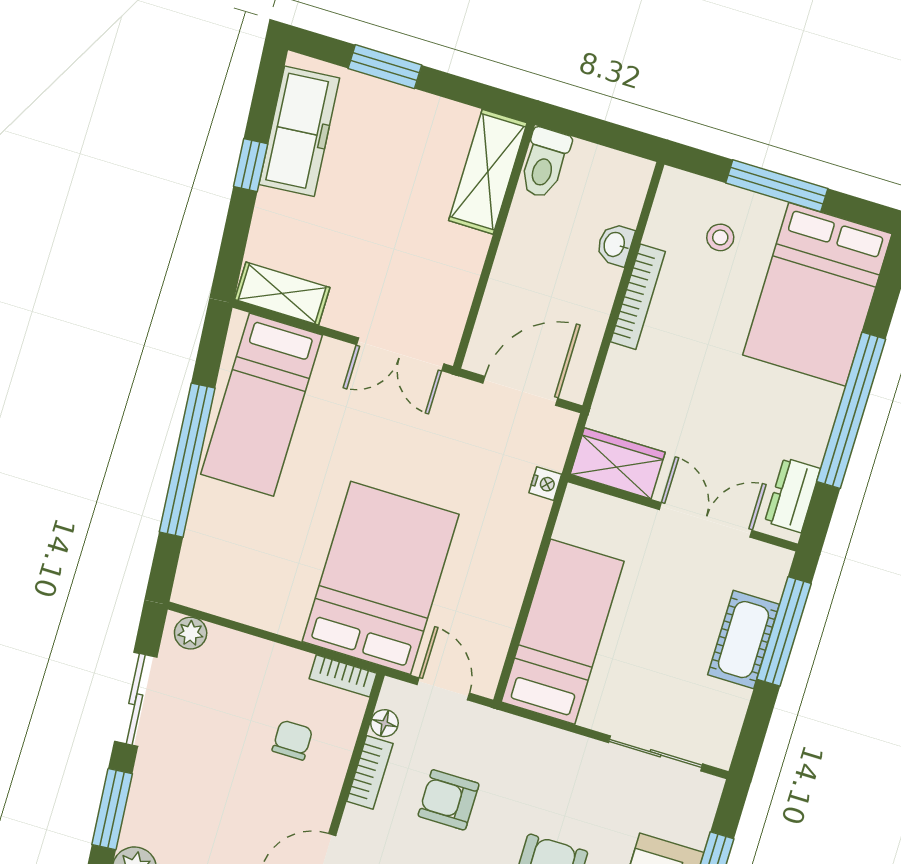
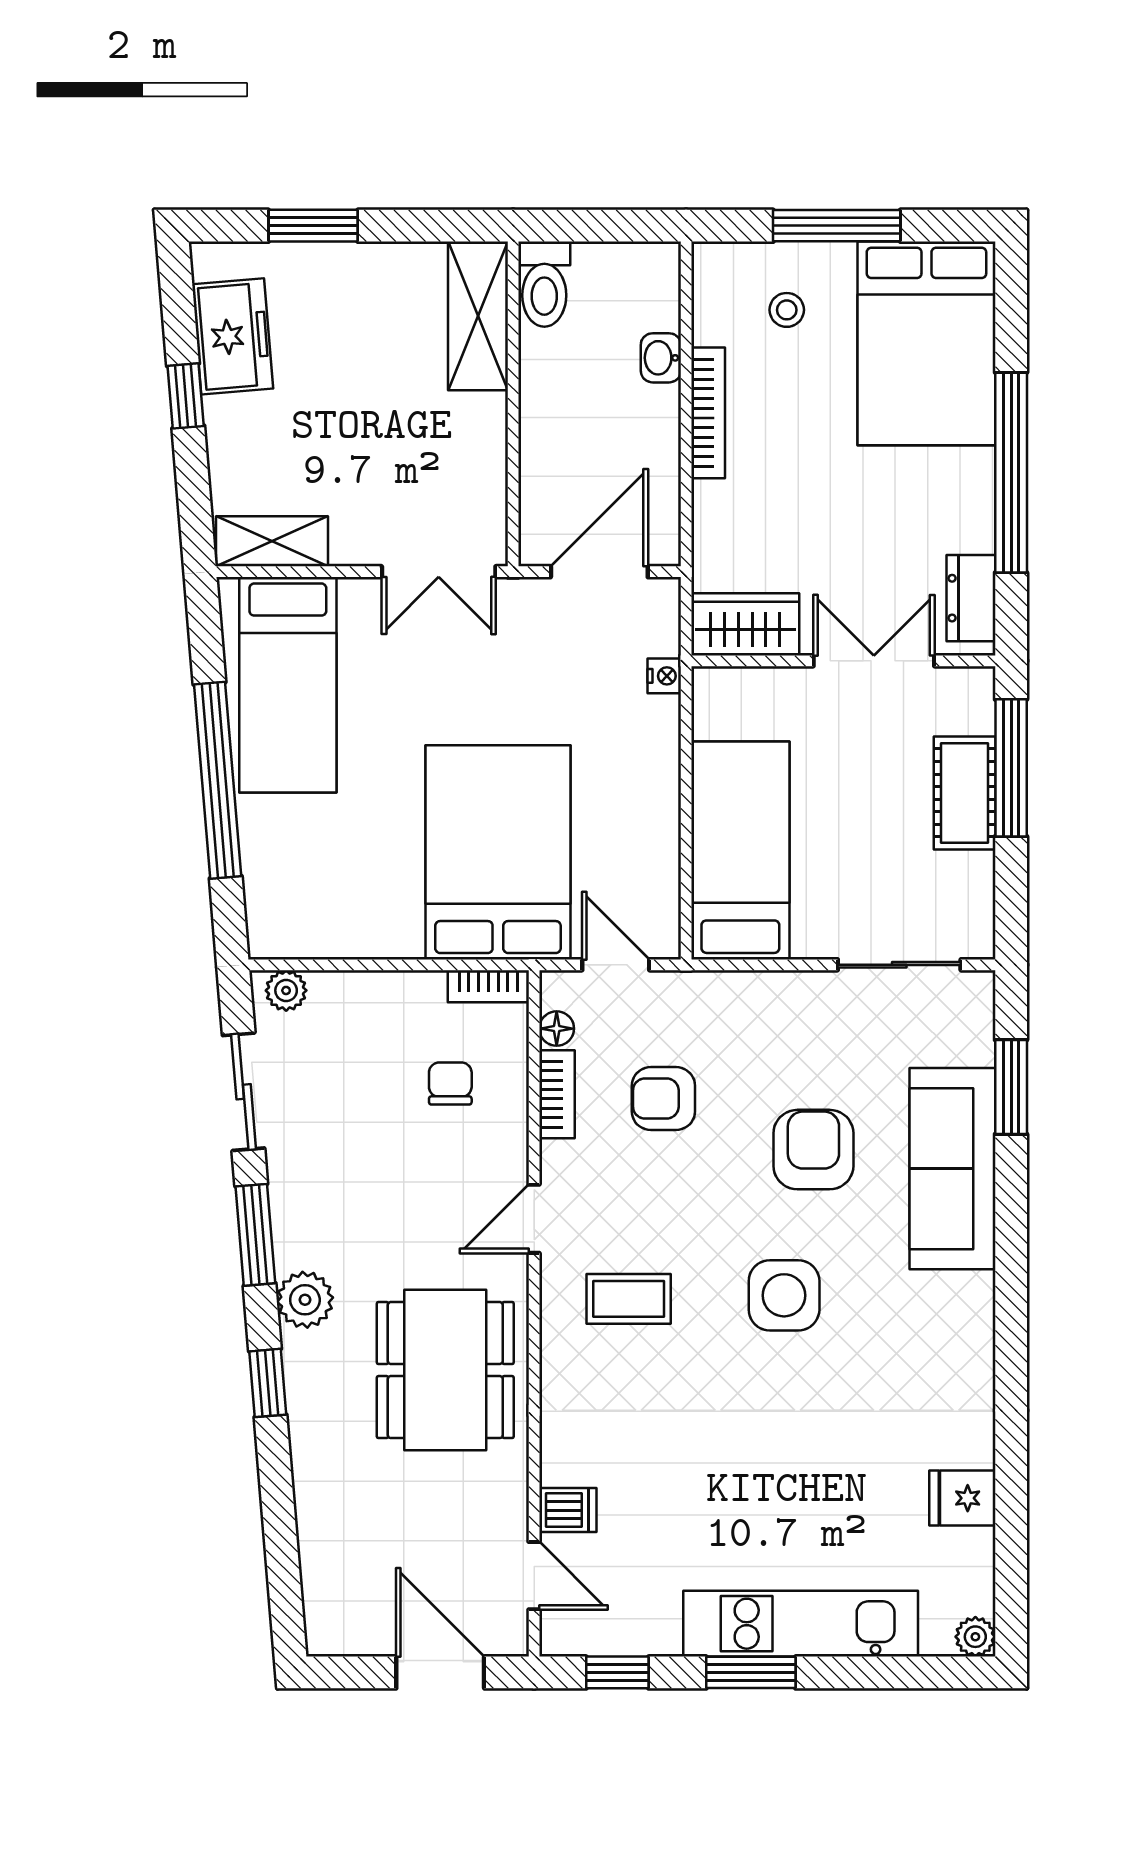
freezer: (299, 131) -> (233, 336), width x0.71

